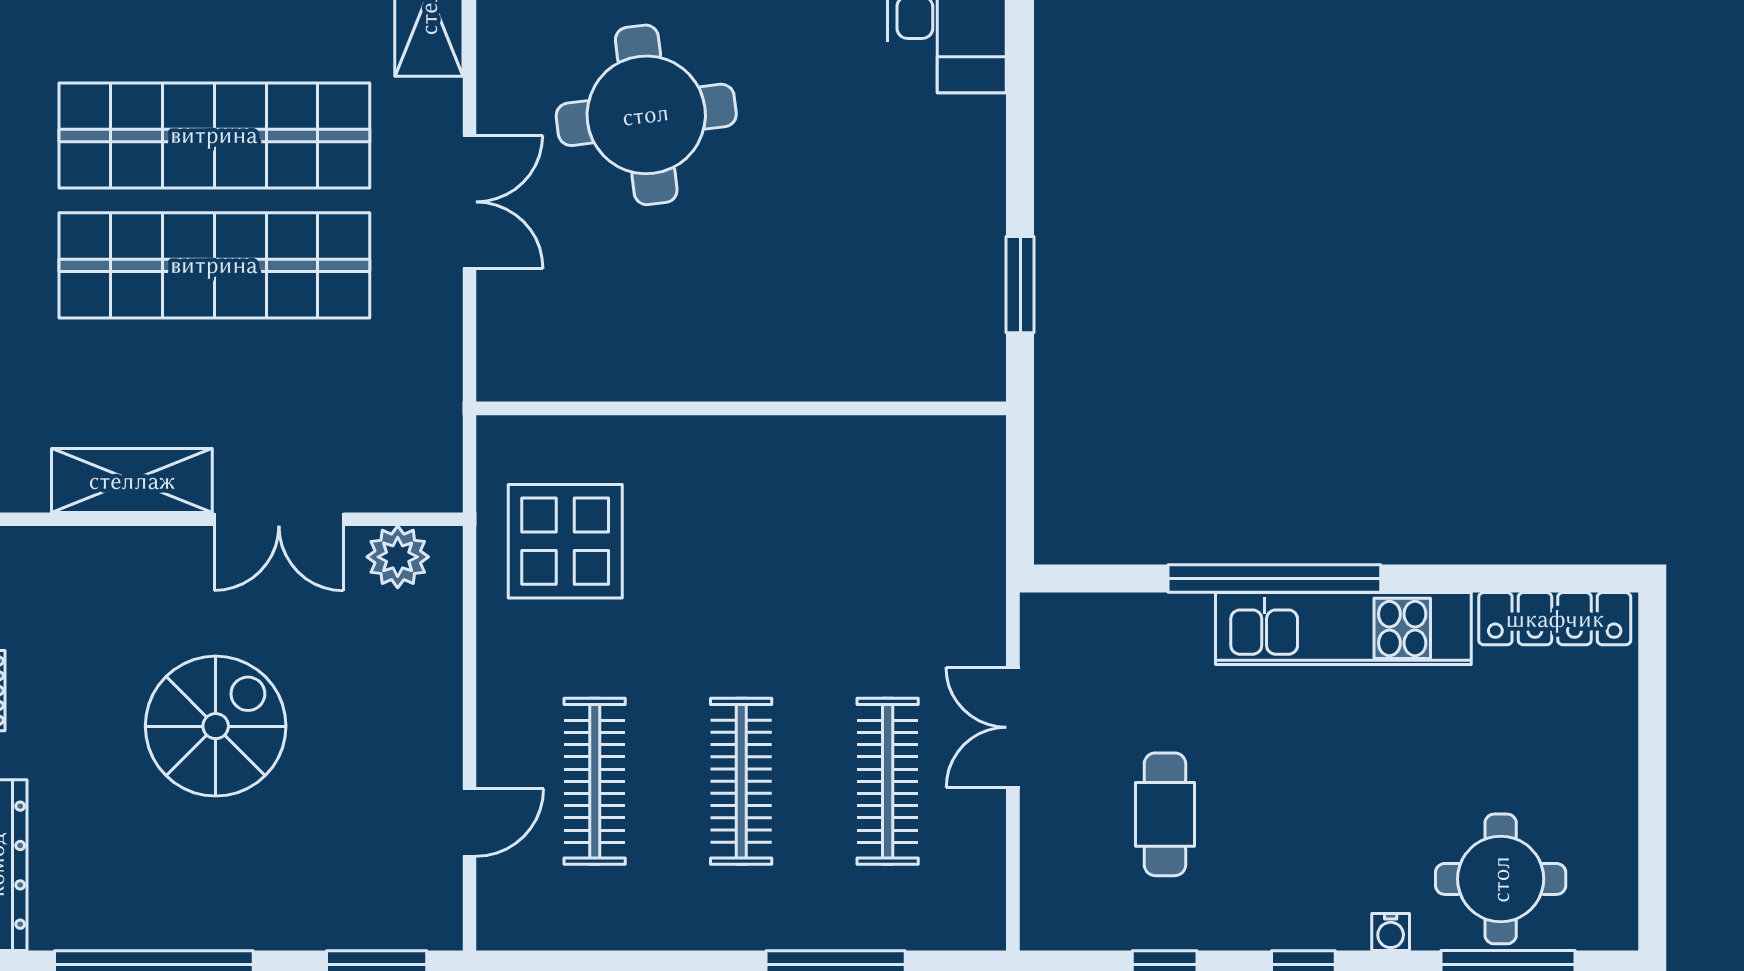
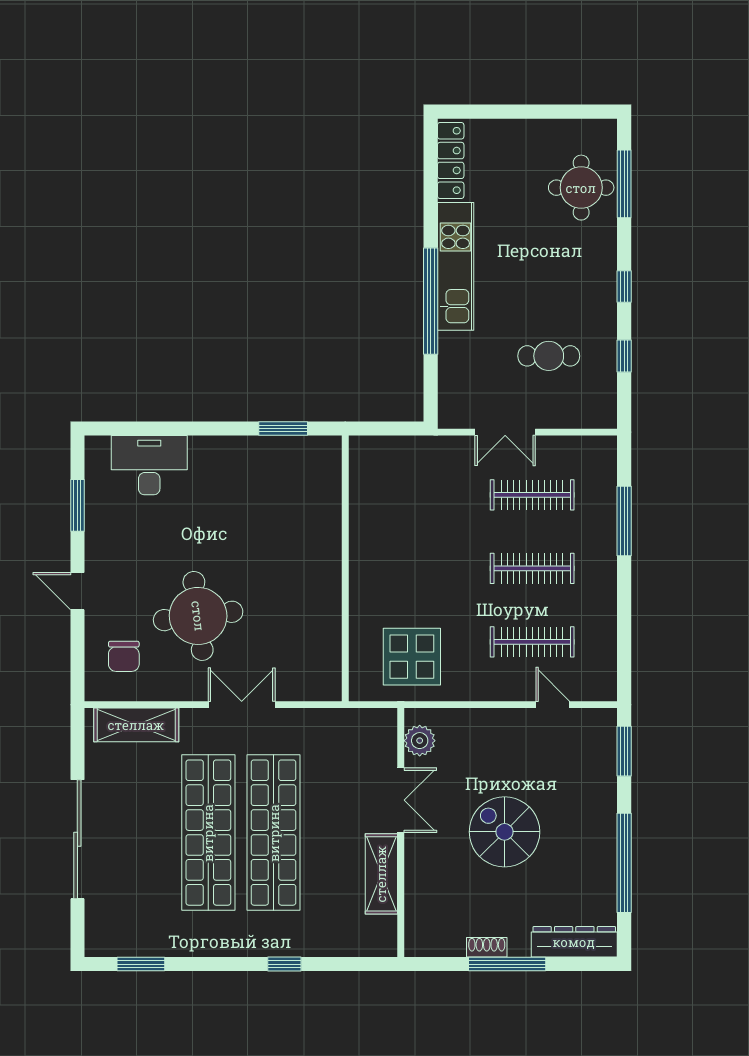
water cooler: (1391, 932) -> (608, 243), removed

